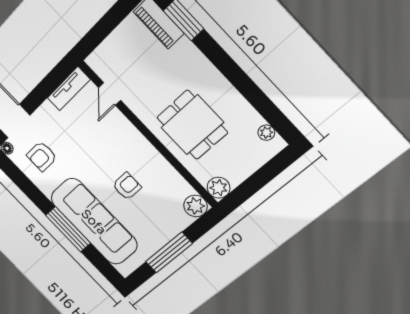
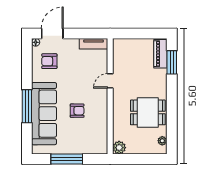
door: (110, 94) -> (110, 81), moved
dining table: (192, 125) -> (148, 112), moved, turned 90
plant: (195, 206) -> (101, 147), removed

